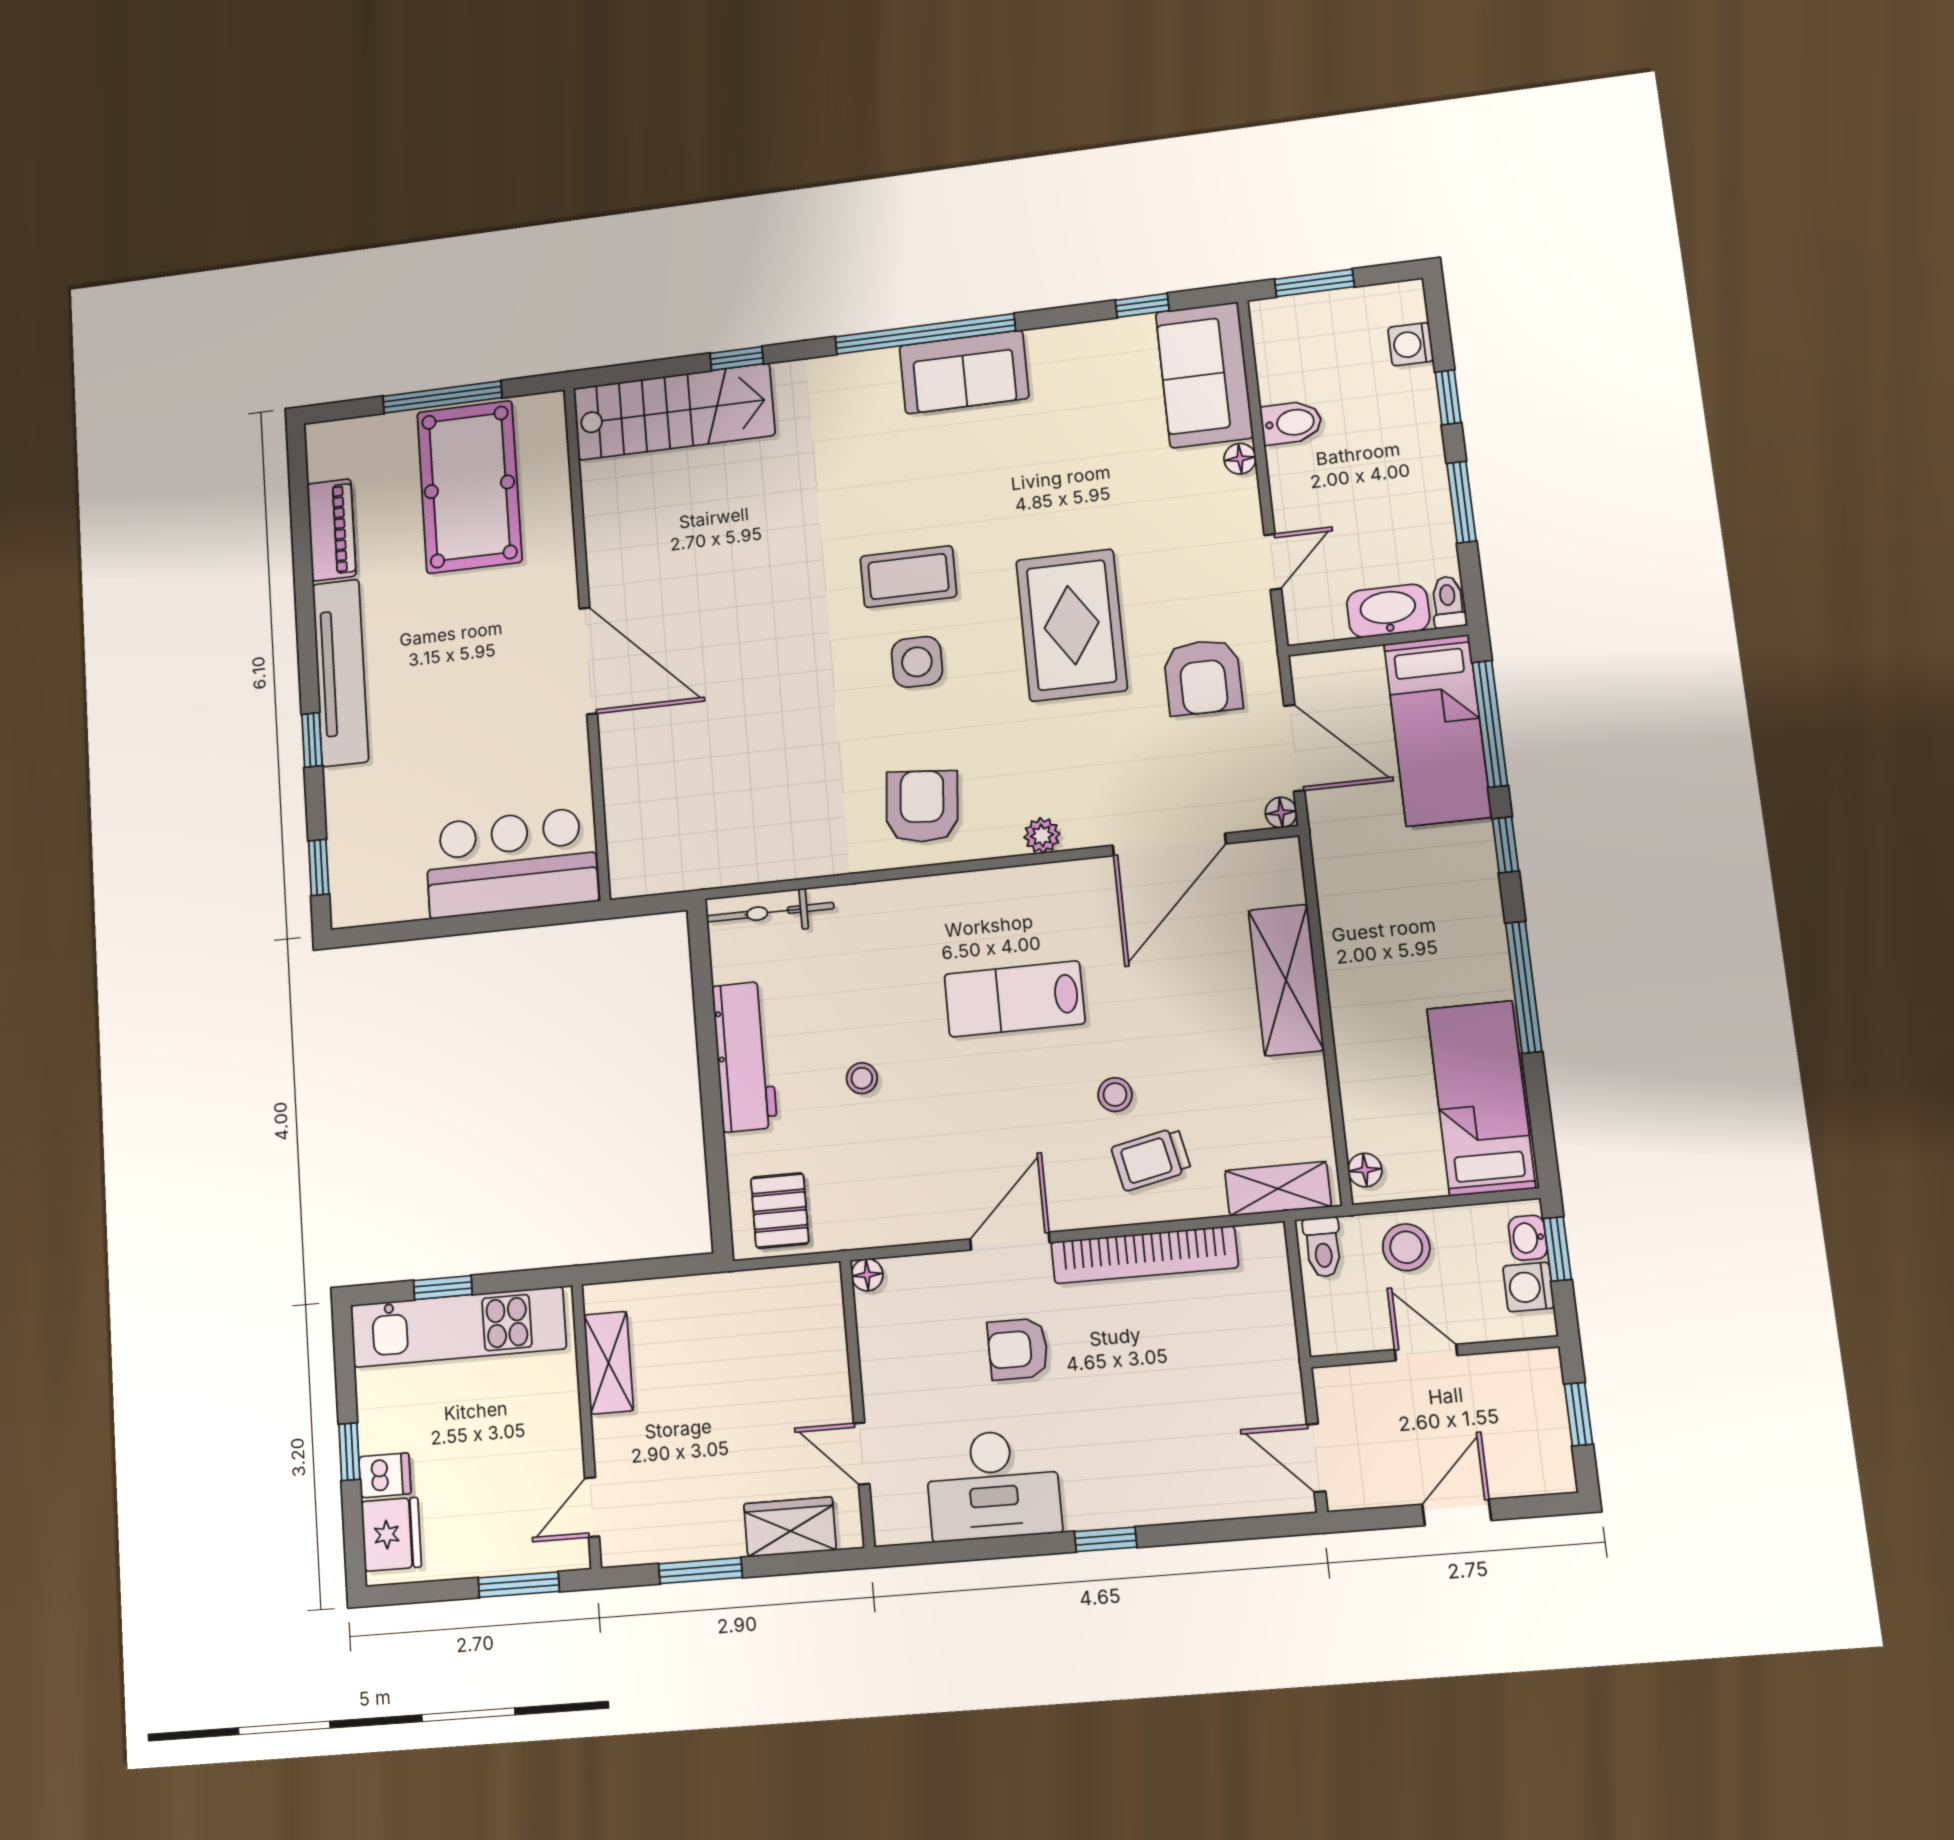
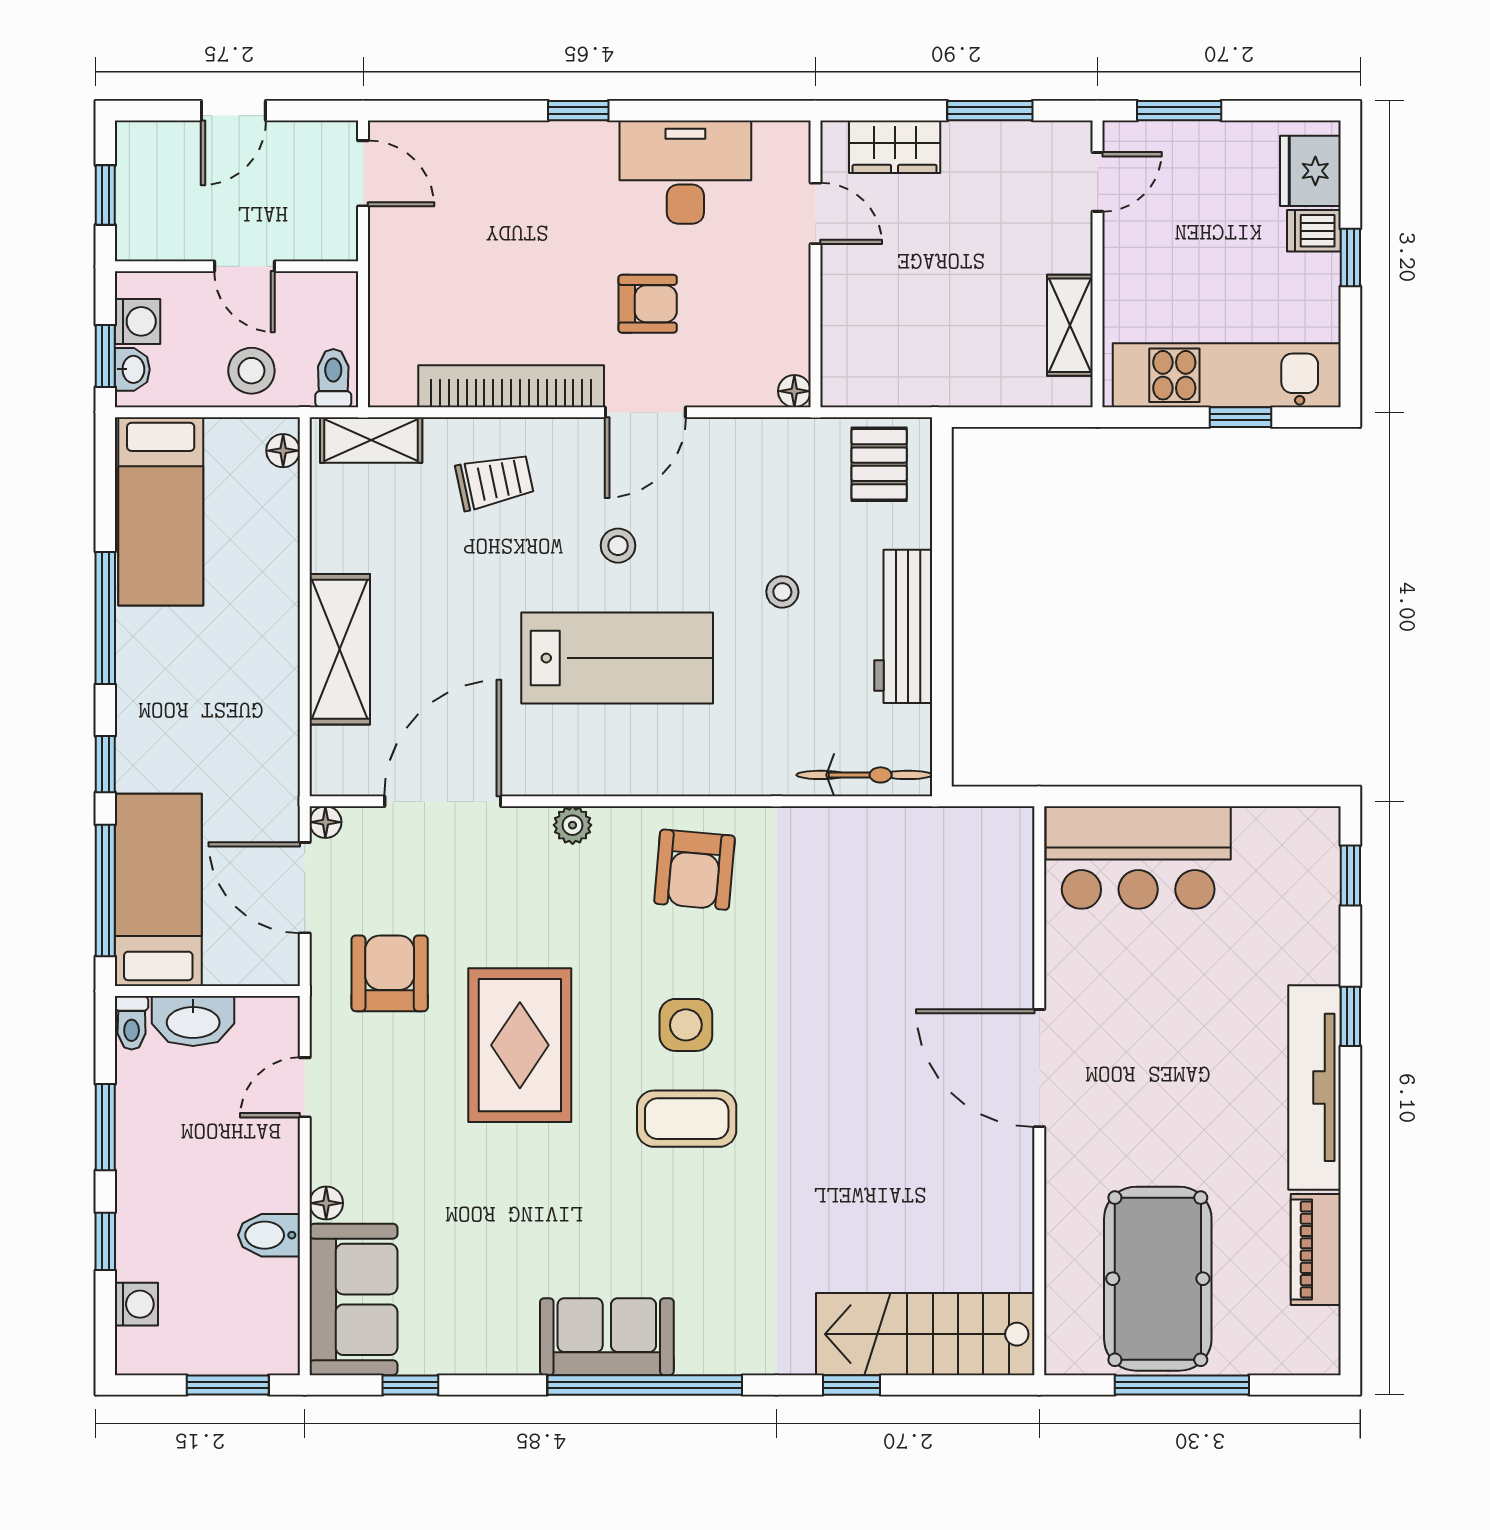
lab bench: (1015, 999) -> (617, 658), width x1.36, depth x1.39
stool: (1115, 1095) -> (618, 546), moved

